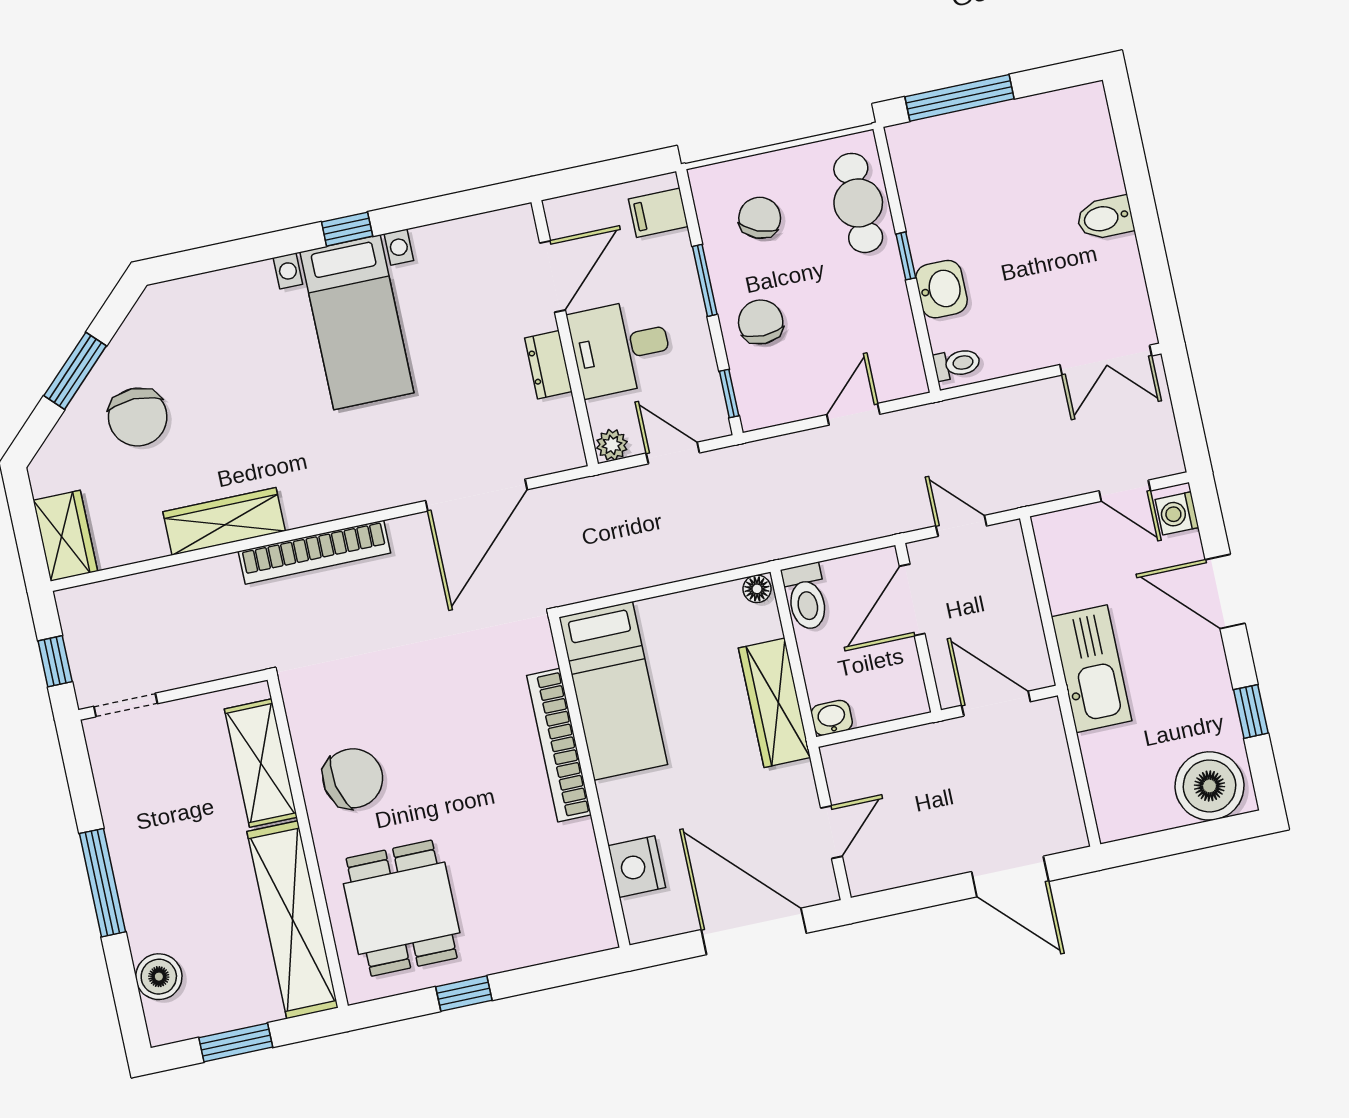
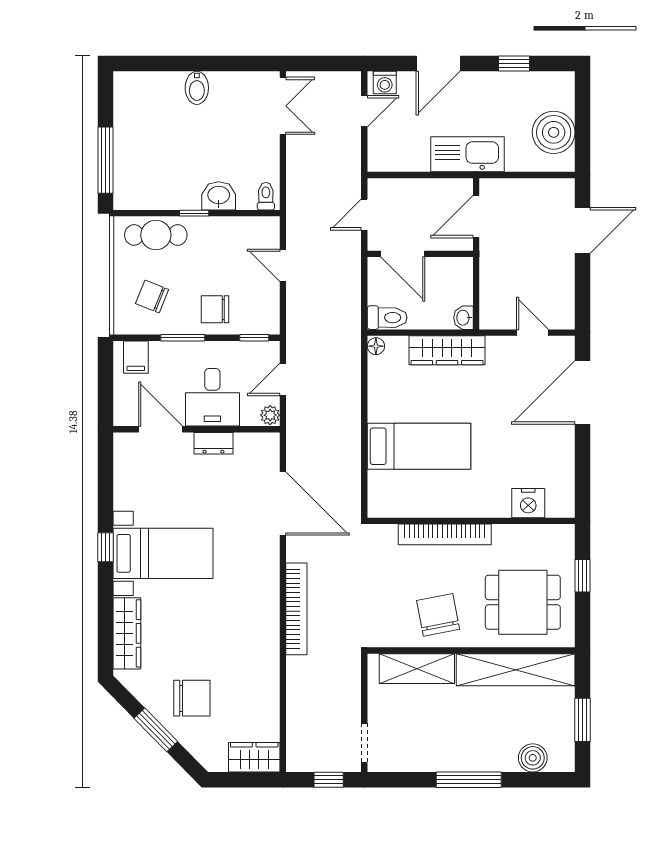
wardrobe: (224, 521) -> (127, 633), moved, turned 180
bookcase: (559, 745) -> (445, 534), moved
wall: (589, 782) -> (471, 521), moved
boiler: (1209, 786) -> (554, 132), moved
nightstand: (637, 867) -> (528, 503), moved

